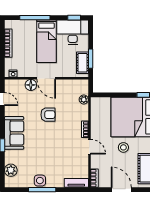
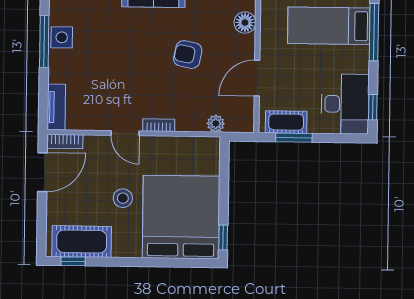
bed: (46, 41) -> (329, 26), moved
door: (46, 78) -> (257, 78), moved
armchair: (48, 115) -> (188, 55), turned 101
door: (89, 147) -> (125, 133), hinge flipped
door: (121, 190) -> (42, 172), moved

